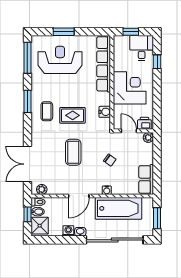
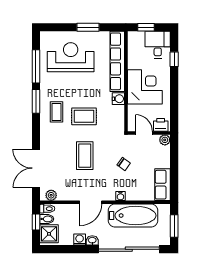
window: (64, 32) -> (88, 27), moved
window: (27, 58) -> (36, 66), moved
water cooler: (105, 112) -> (118, 99), moved

